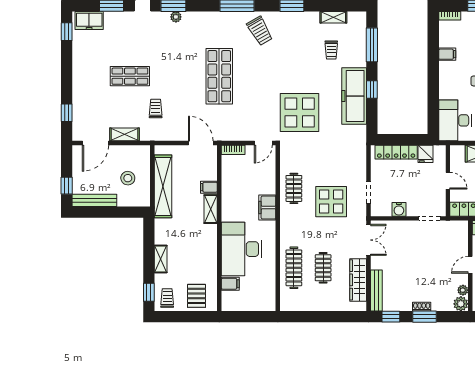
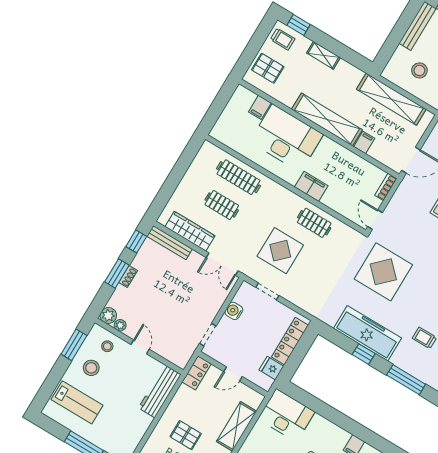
shelving: (211, 209) -> (327, 119), width x2.20, depth x1.33

